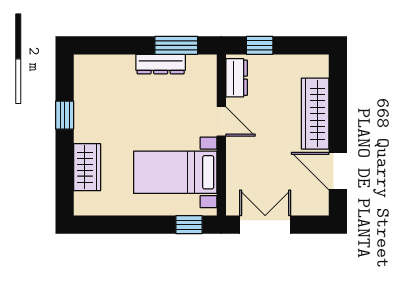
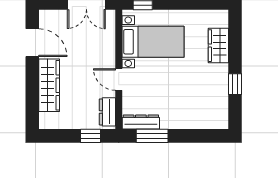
dresser: (161, 64) -> (141, 122), moved

